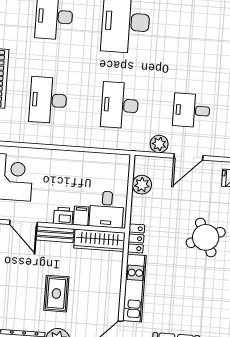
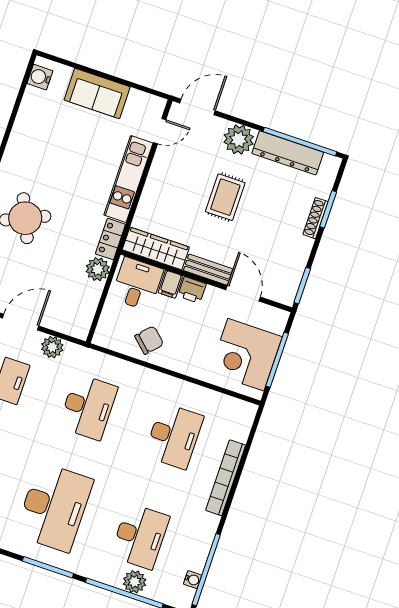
chair: (86, 169) -> (149, 340), added
plant: (142, 185) -> (98, 269), moved

